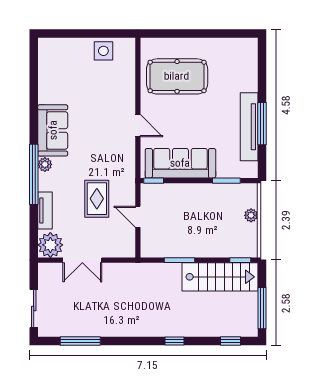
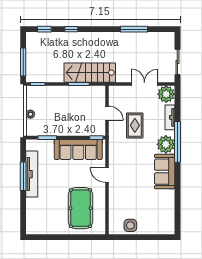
pool table: (177, 76) -> (81, 208), turned 90
plant: (45, 164) -> (166, 144), width x1.88, depth x1.88
stairs: (220, 277) -> (90, 73), moved
sliding door: (34, 308) -> (177, 62), moved
window: (262, 308) -> (23, 62), moved
window: (80, 341) -> (134, 29), moved
window: (175, 341) -> (71, 29), moved

